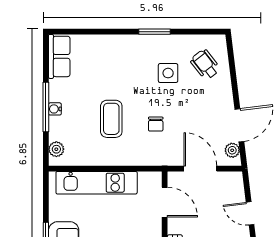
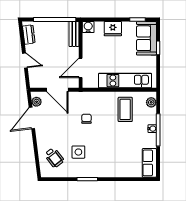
coffee table: (111, 119) -> (125, 109), moved
door: (165, 202) -> (81, 68), hinge flipped

